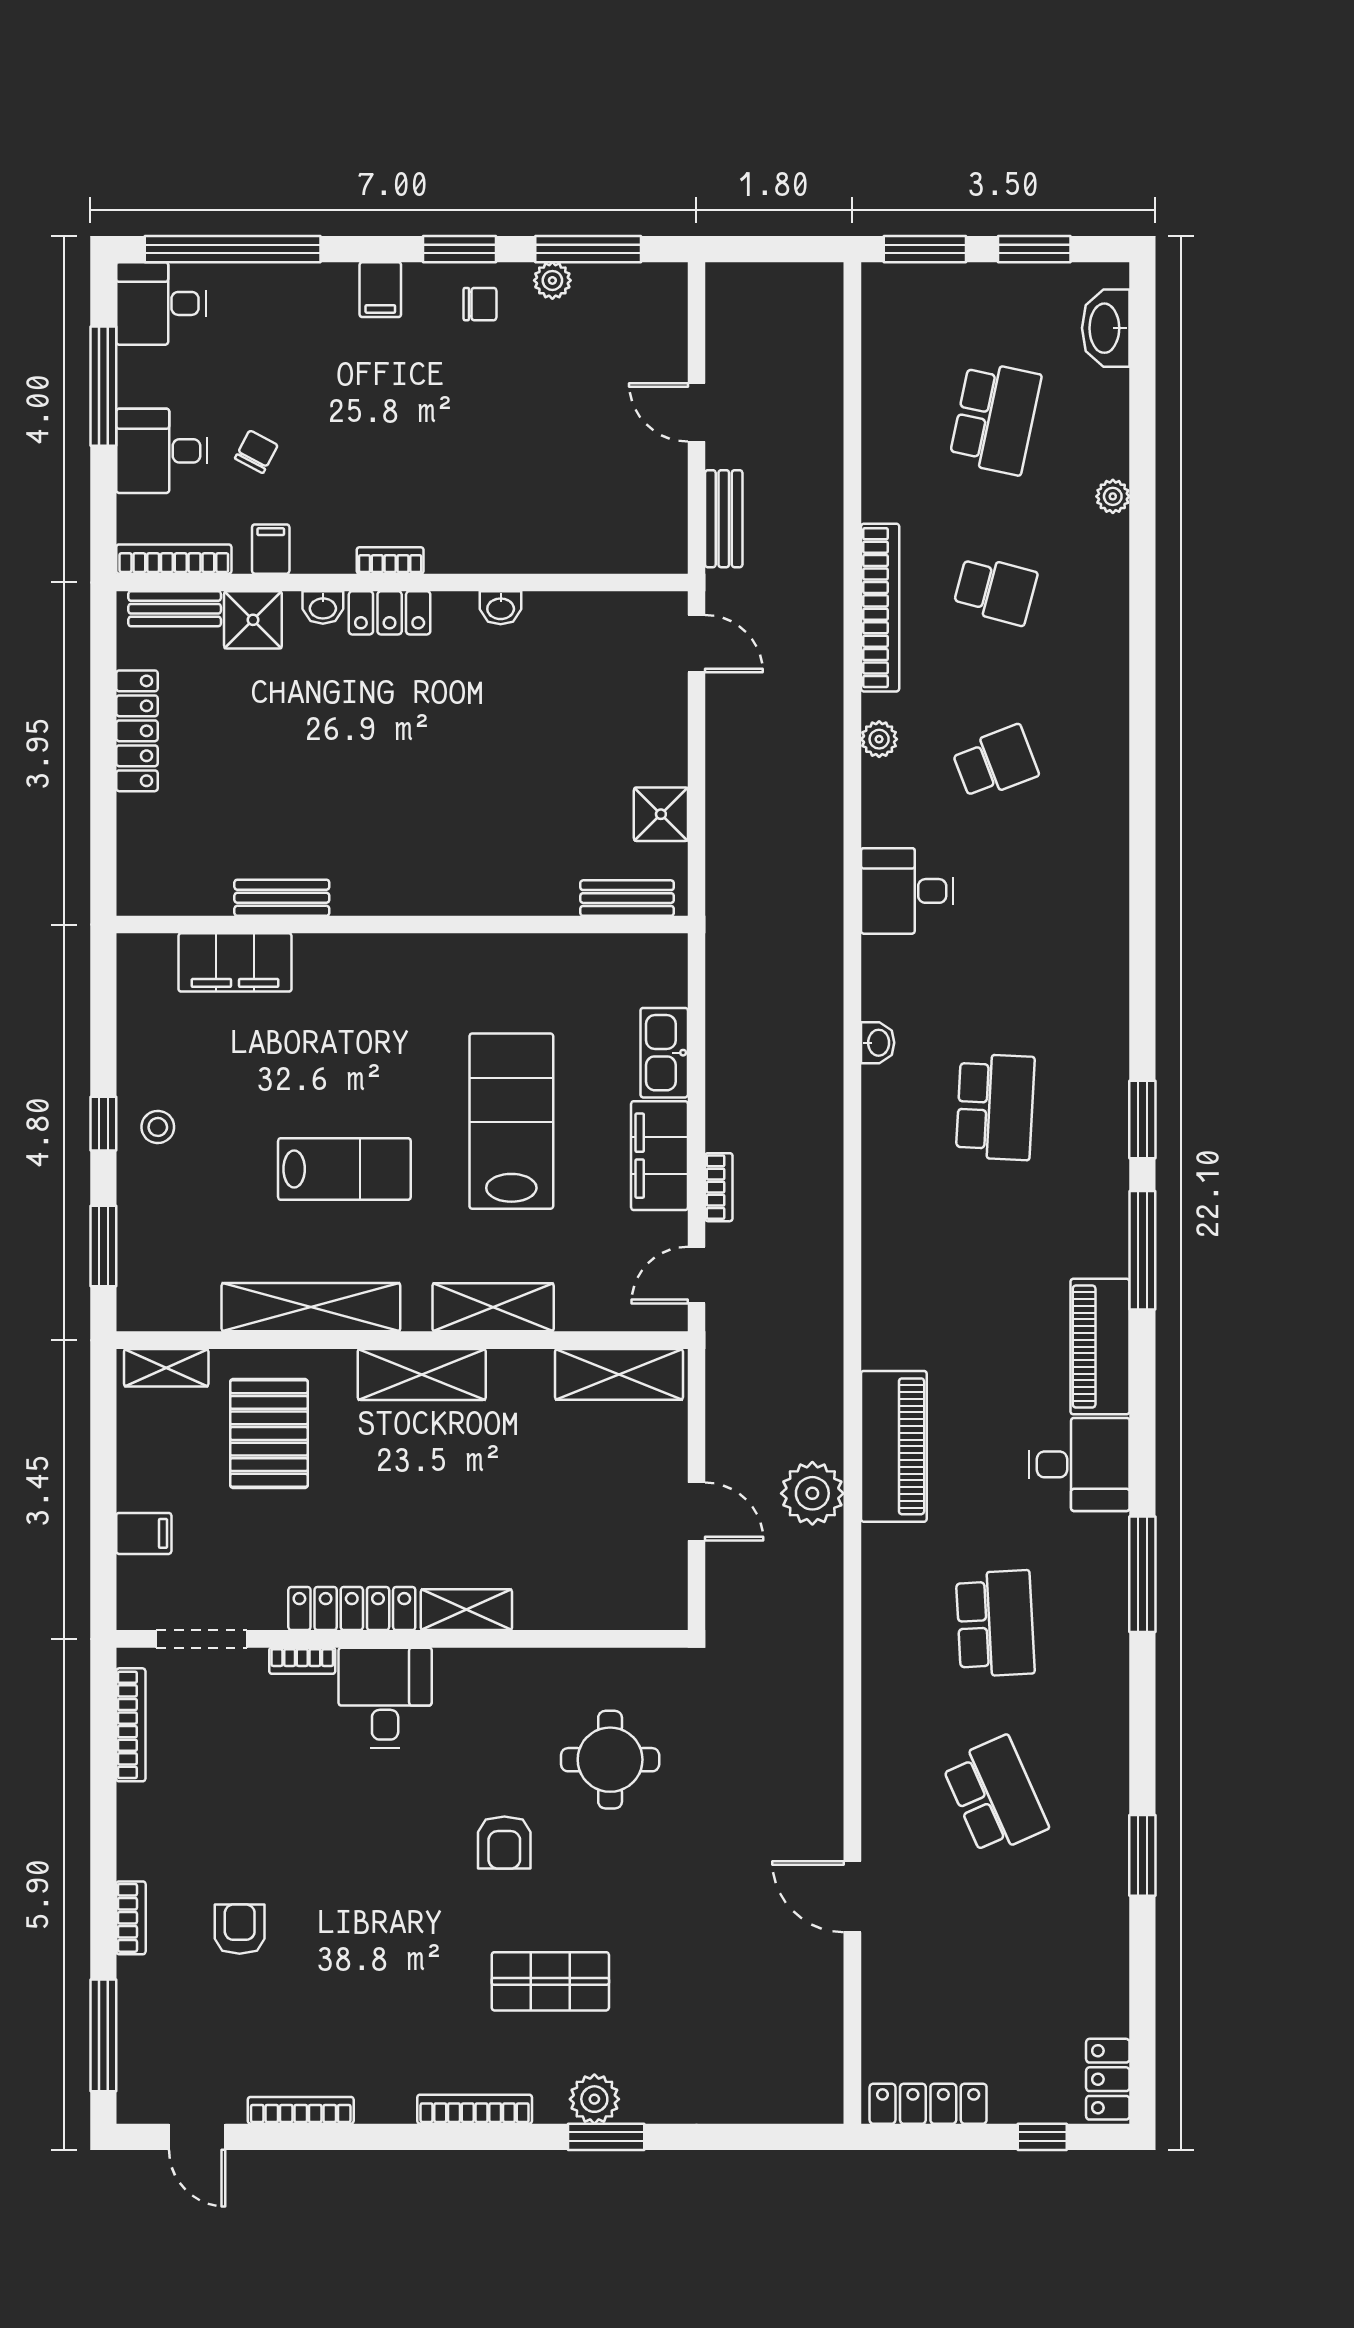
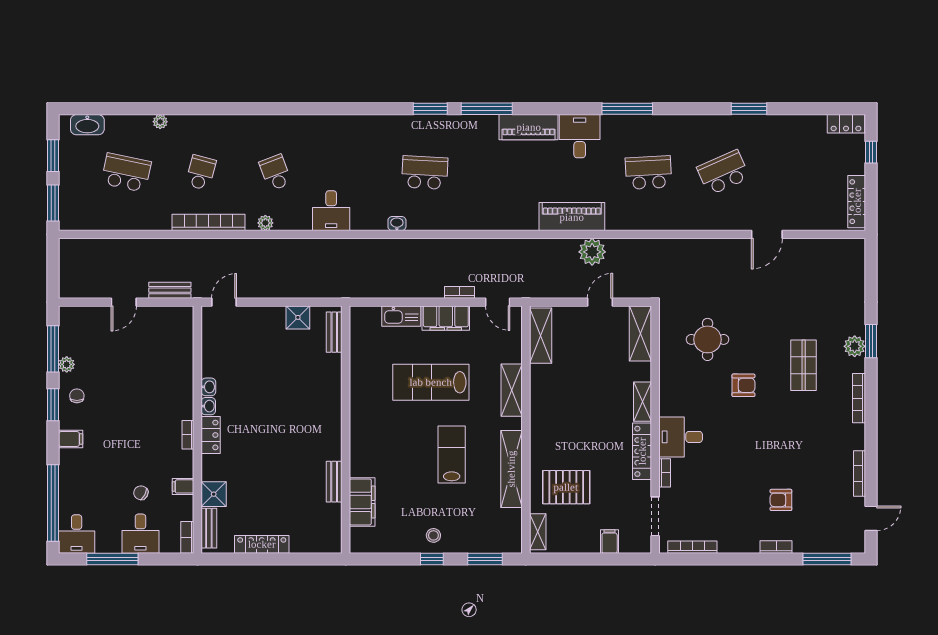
bookcase: (174, 559) -> (187, 537), width x0.64
washbasin: (323, 607) -> (208, 406), moved
shelving: (422, 1374) -> (640, 333), moved

